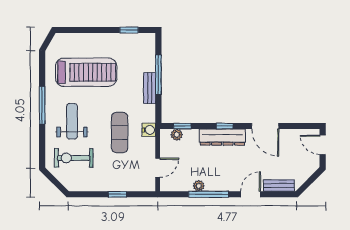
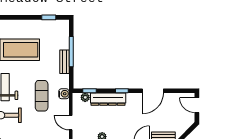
door: (265, 126) -> (153, 91), hinge flipped
dresser: (222, 137) -> (108, 99), moved
door: (158, 168) -> (71, 123), swing flipped

